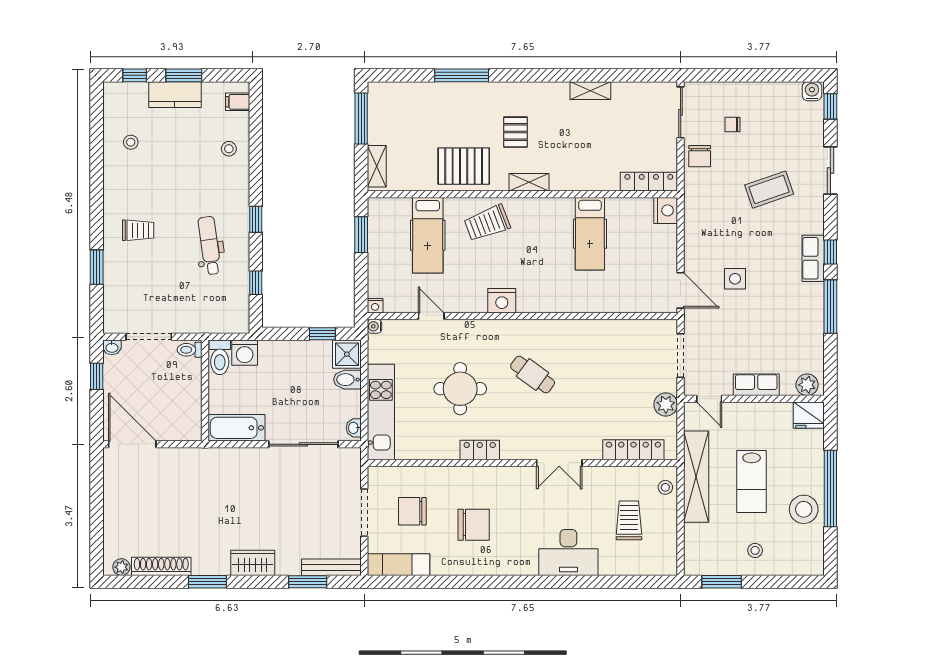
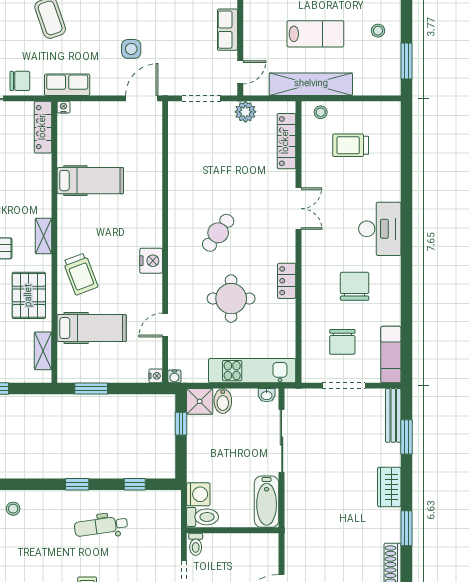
shelving: (377, 166) -> (43, 351), moved, turned 90
row of seats: (696, 208) -> (67, 85), added
nightstand: (666, 210) -> (63, 107), width x0.53, depth x0.56
desk: (568, 552) -> (380, 229), moved

